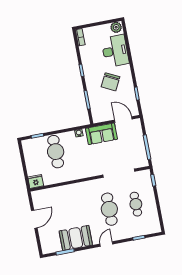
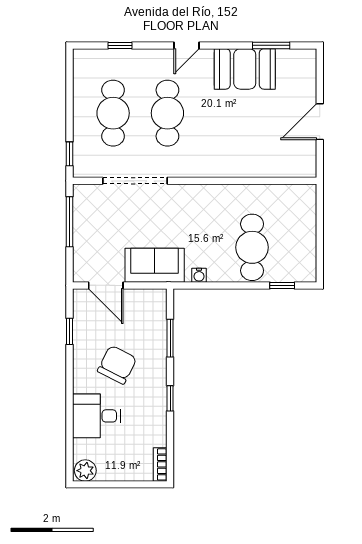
desk: (115, 51) -> (96, 416), width x0.73
fridge: (36, 181) -> (303, 196), removed
cafe table: (136, 204) -> (113, 113), width x1.37, depth x1.35

